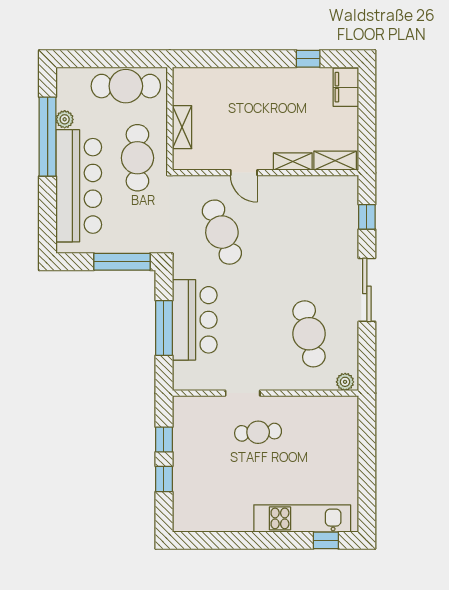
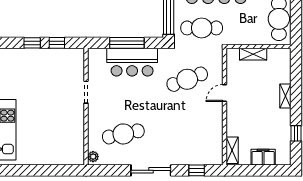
filing cabinet: (346, 87) -> (263, 157), moved
cafe table: (137, 158) -> (202, 28), moved
shelving: (293, 162) -> (285, 96), moved
cafe table: (258, 432) -> (61, 102), removed

